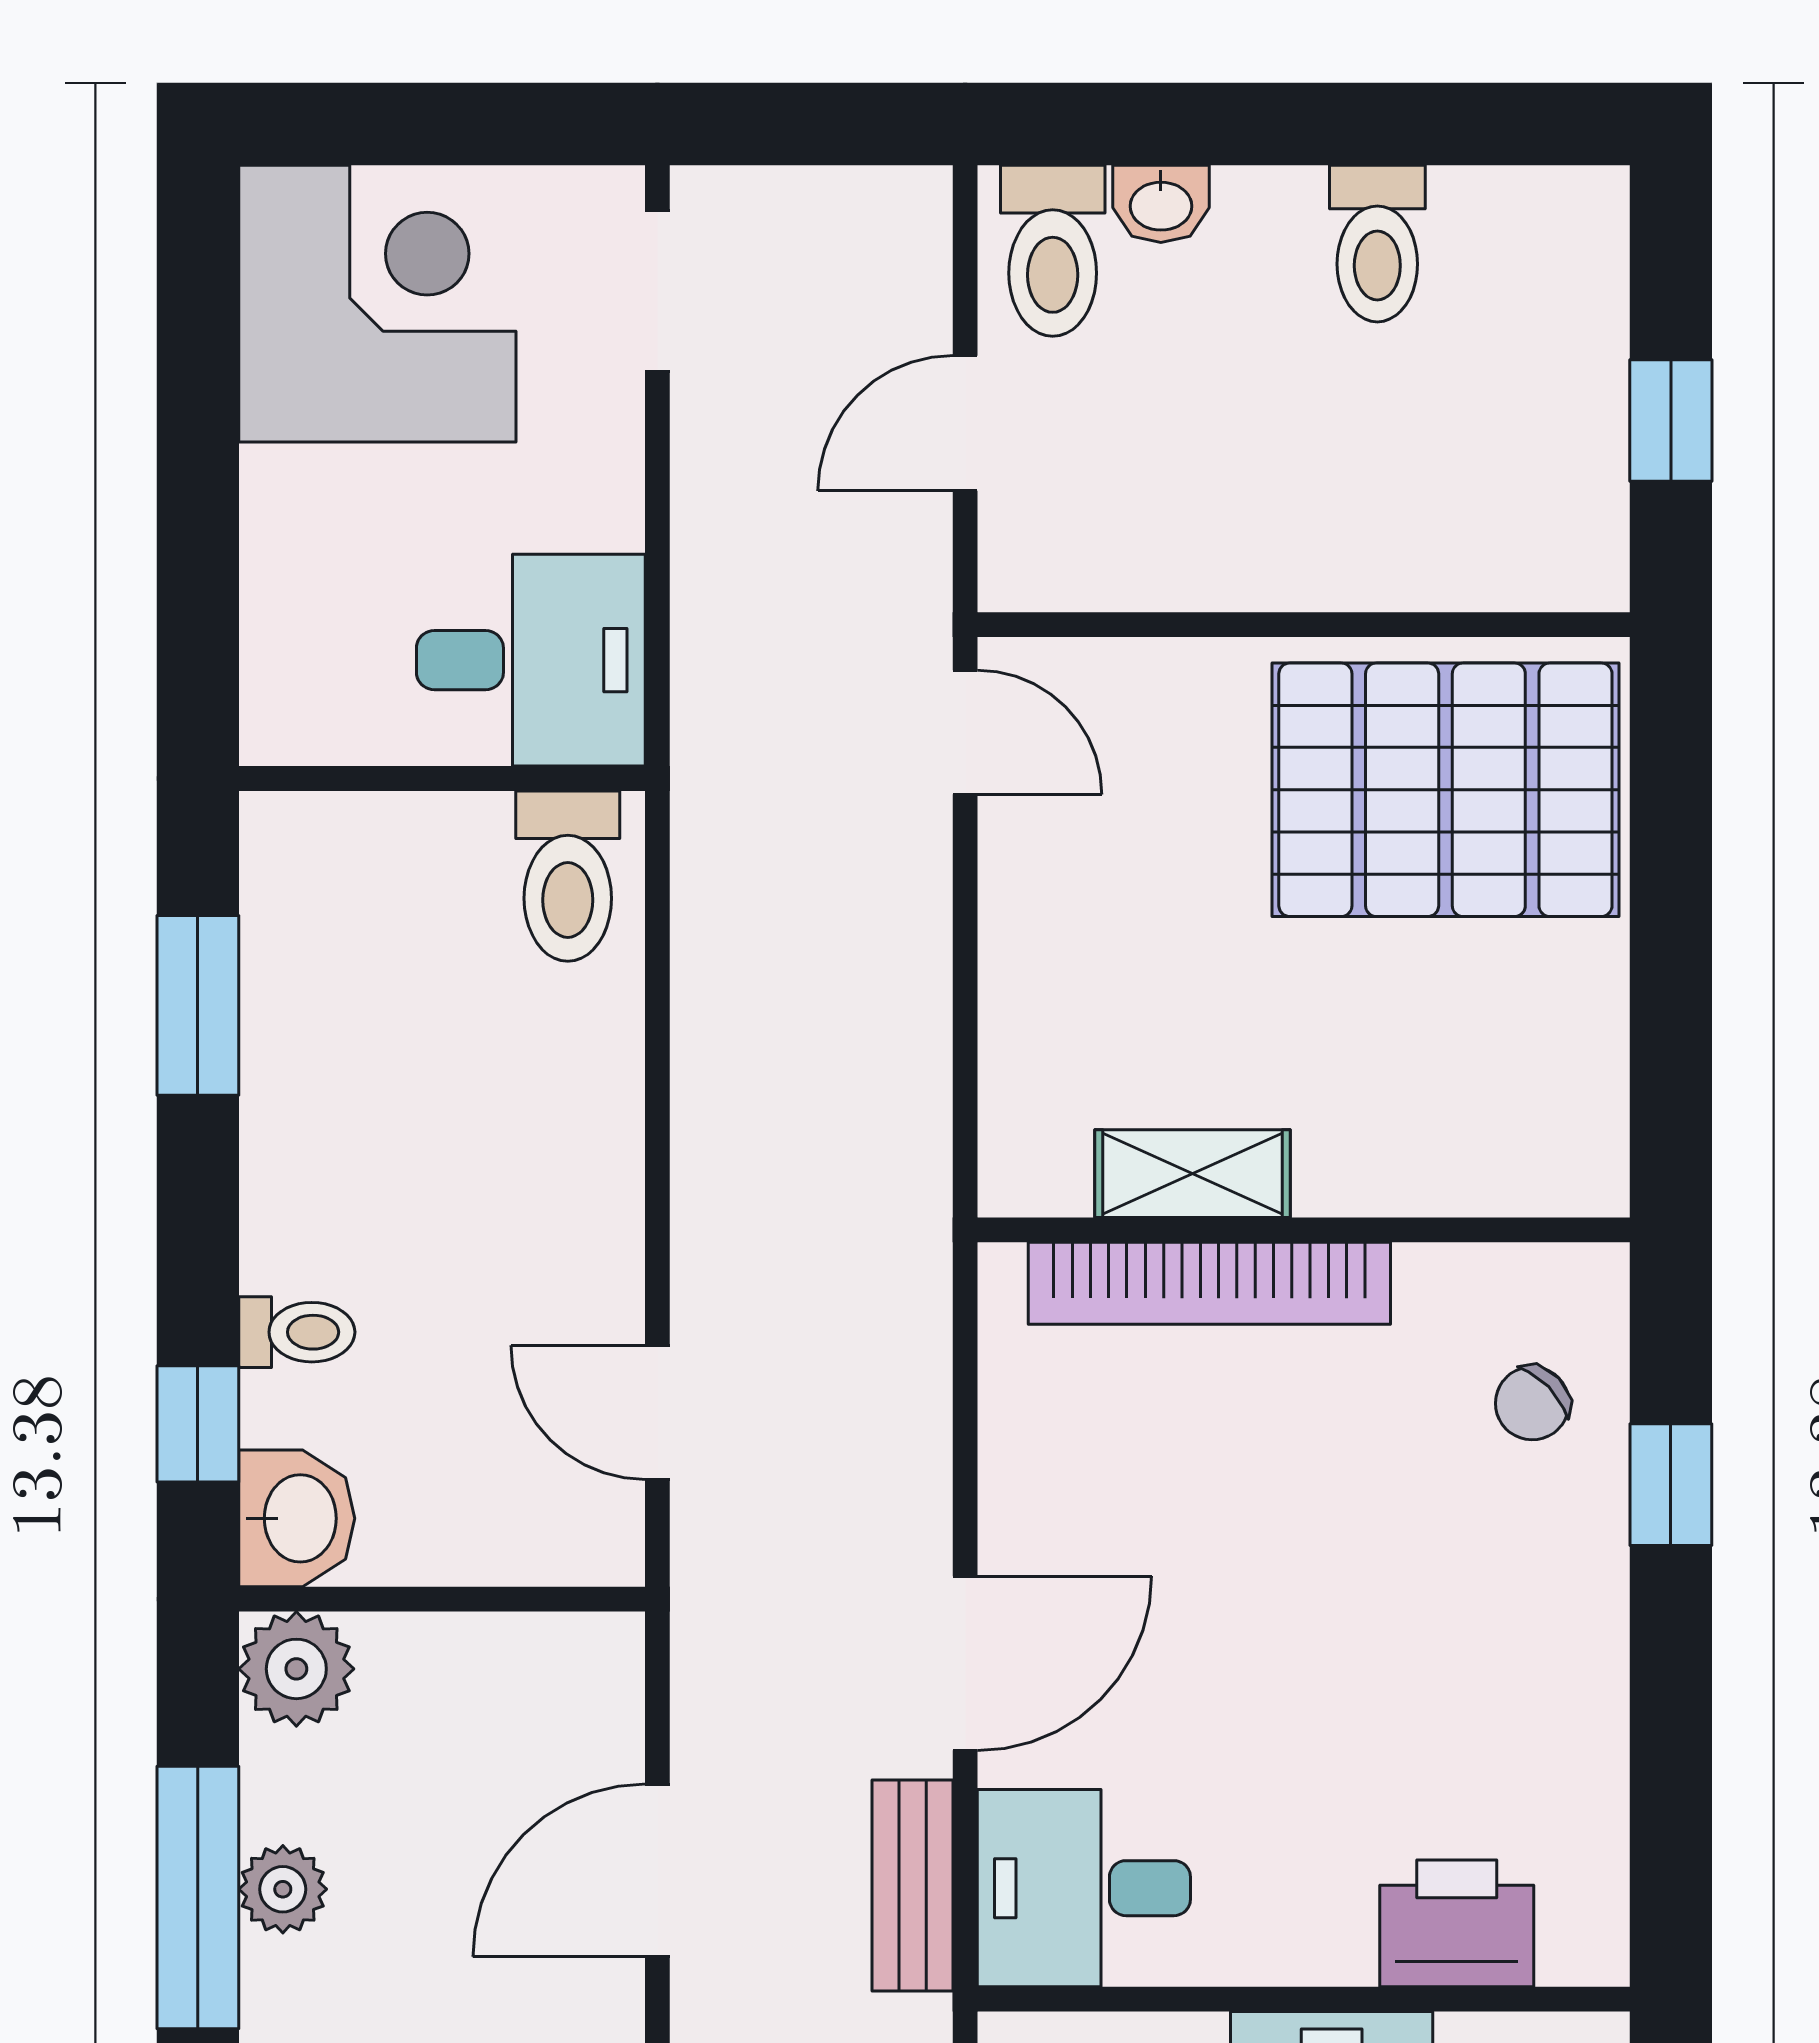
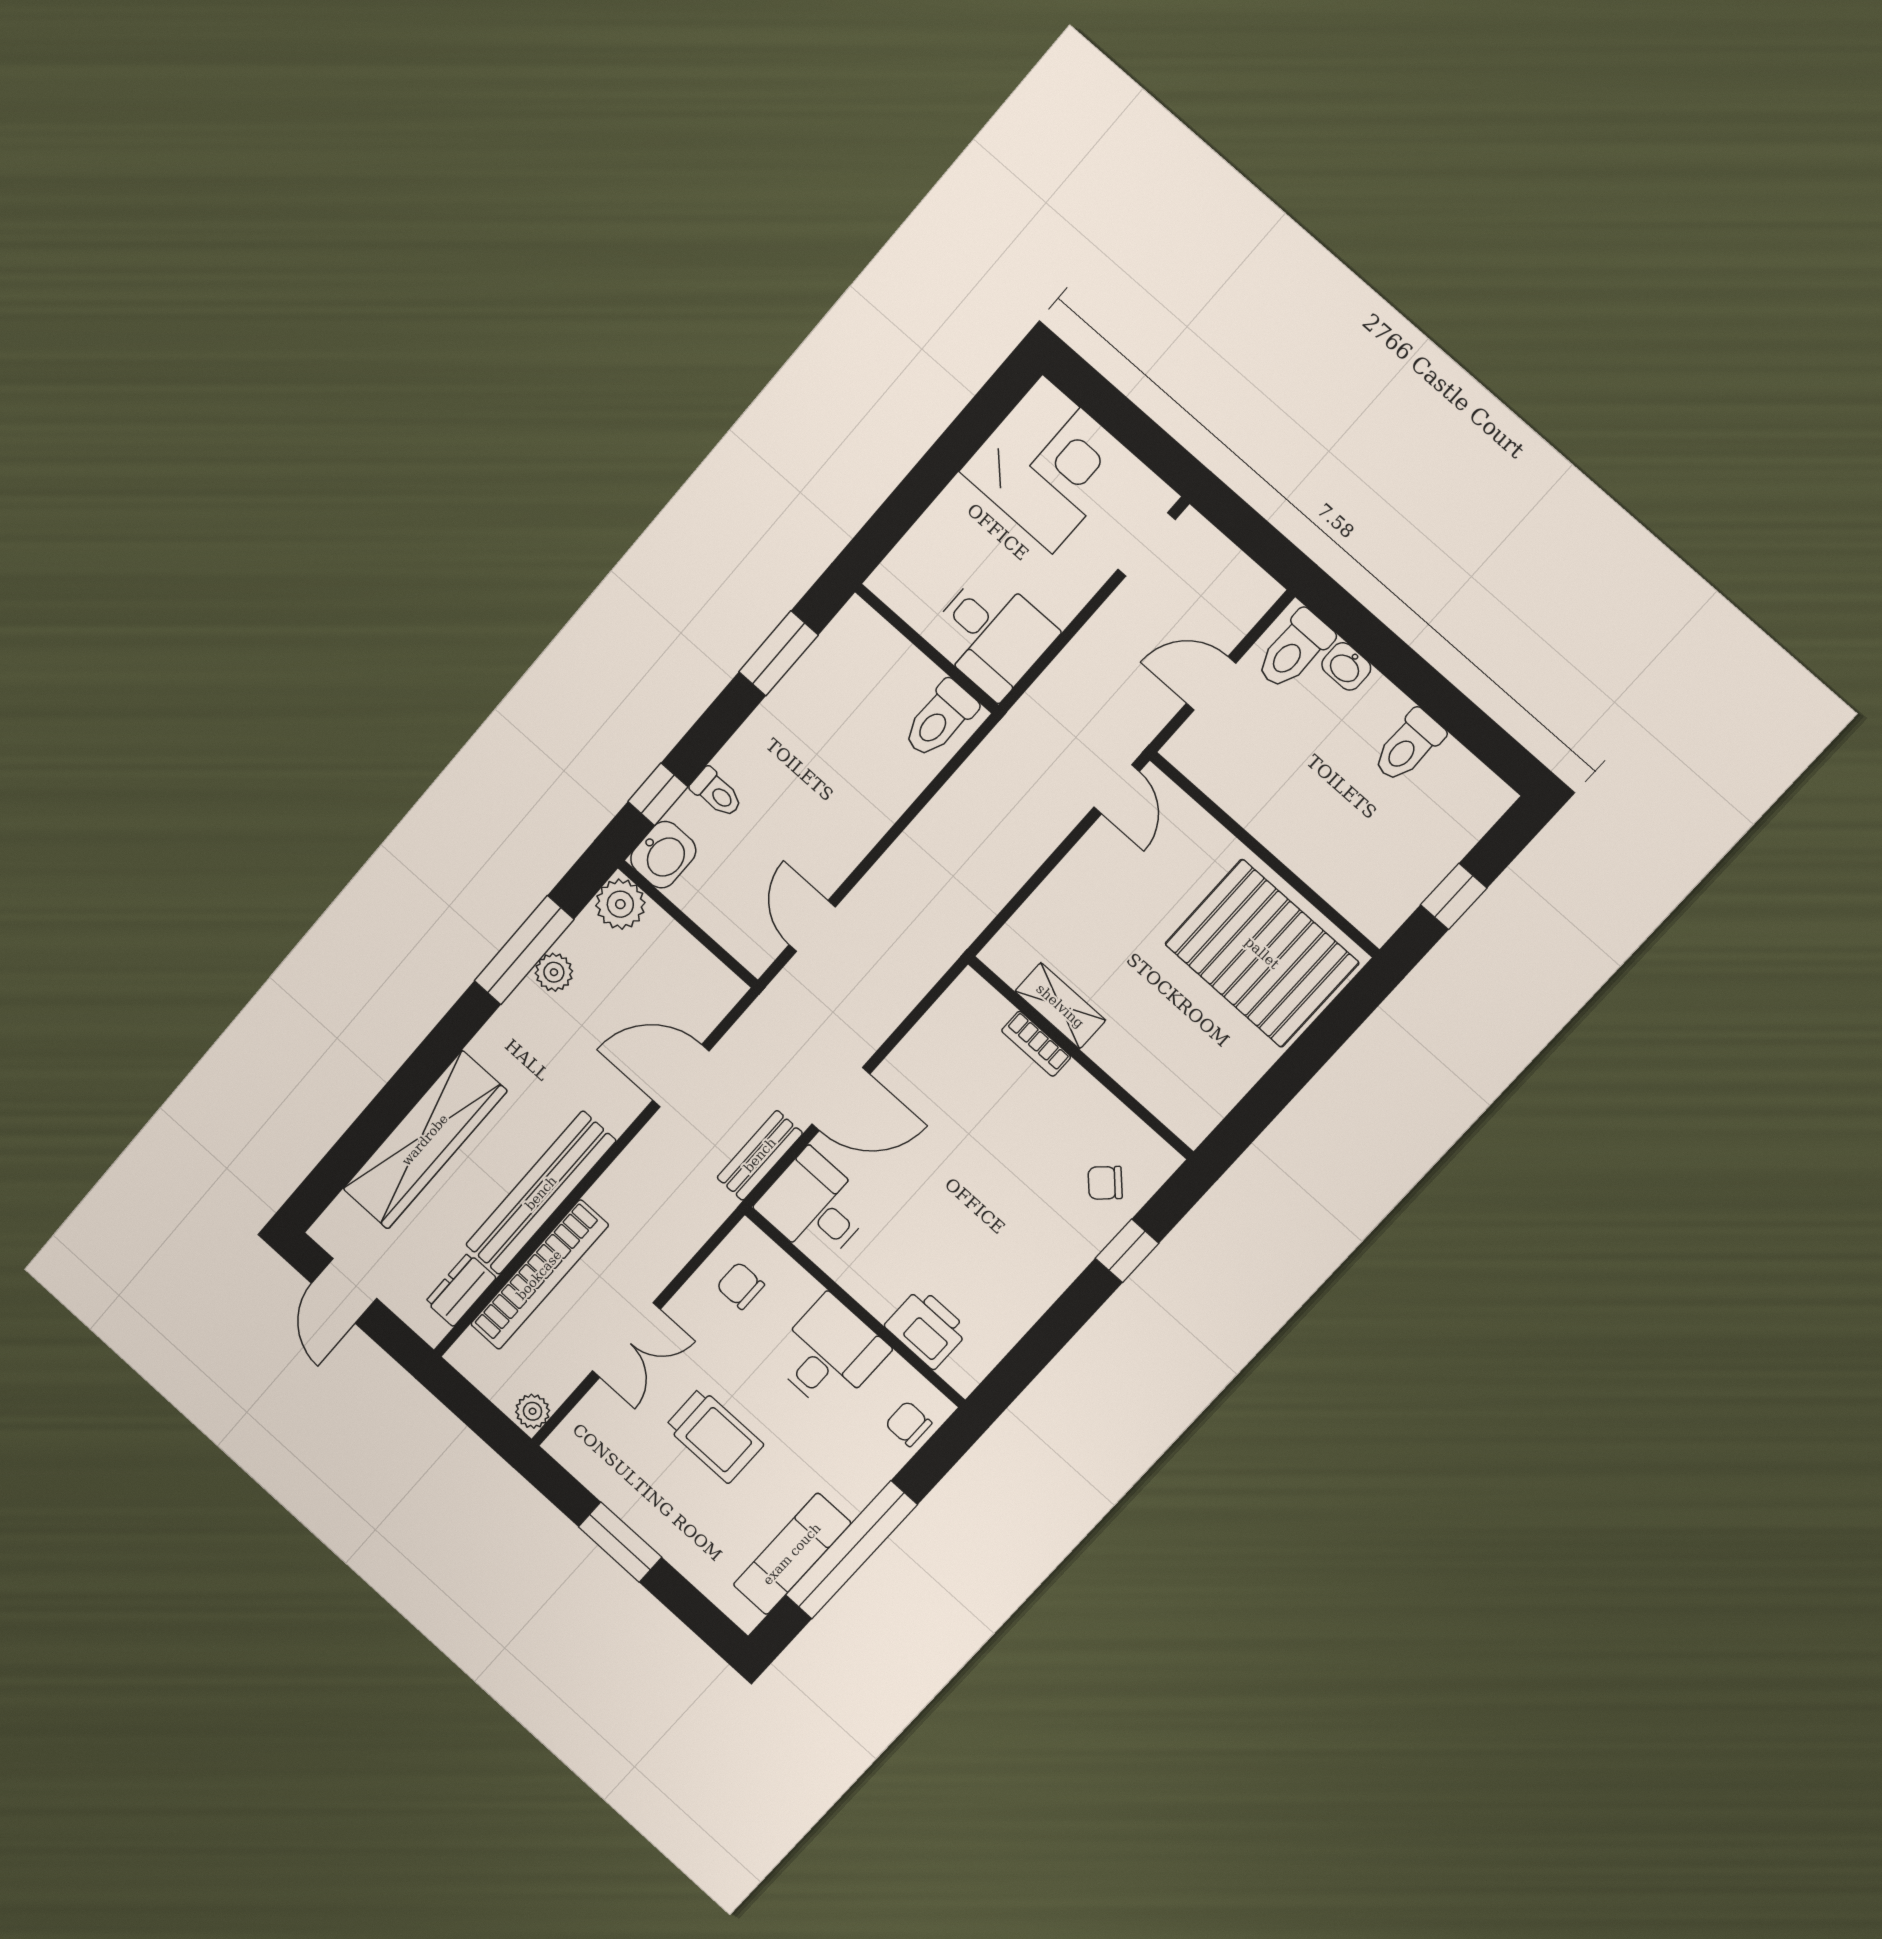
bookcase: (1209, 1283) -> (1036, 1044), width x0.43, depth x0.76

